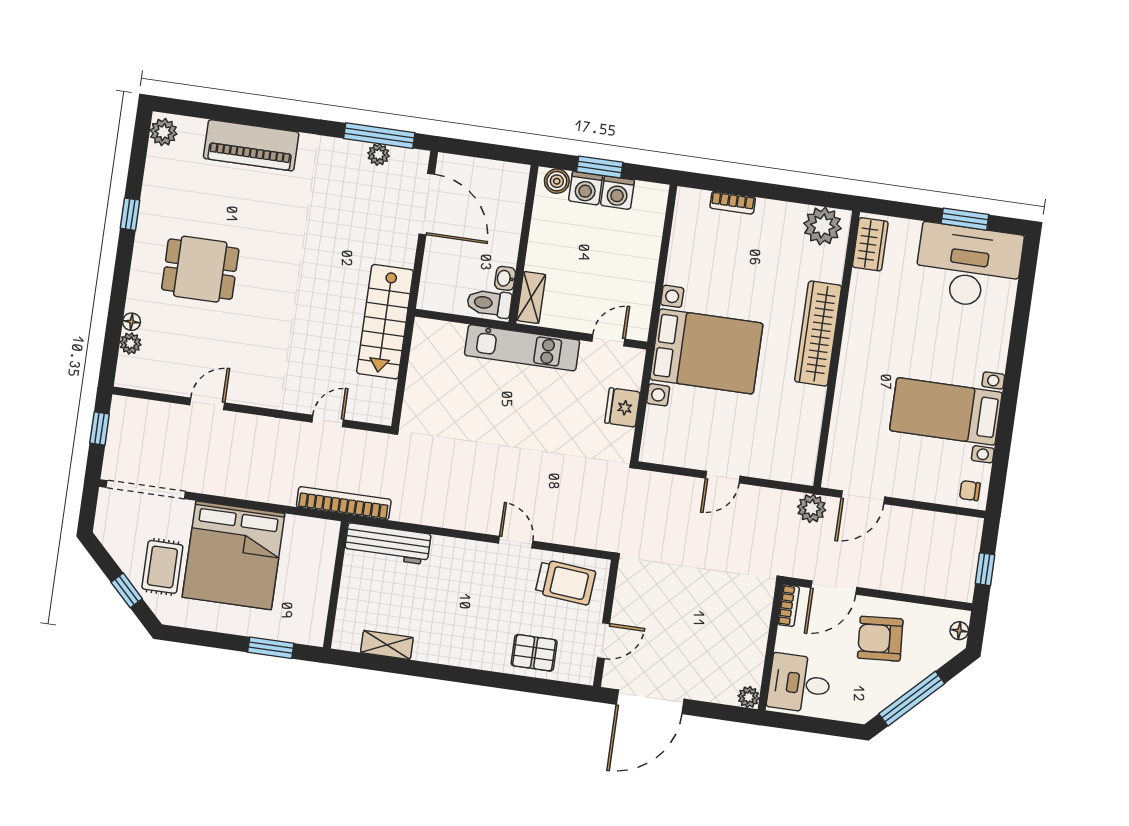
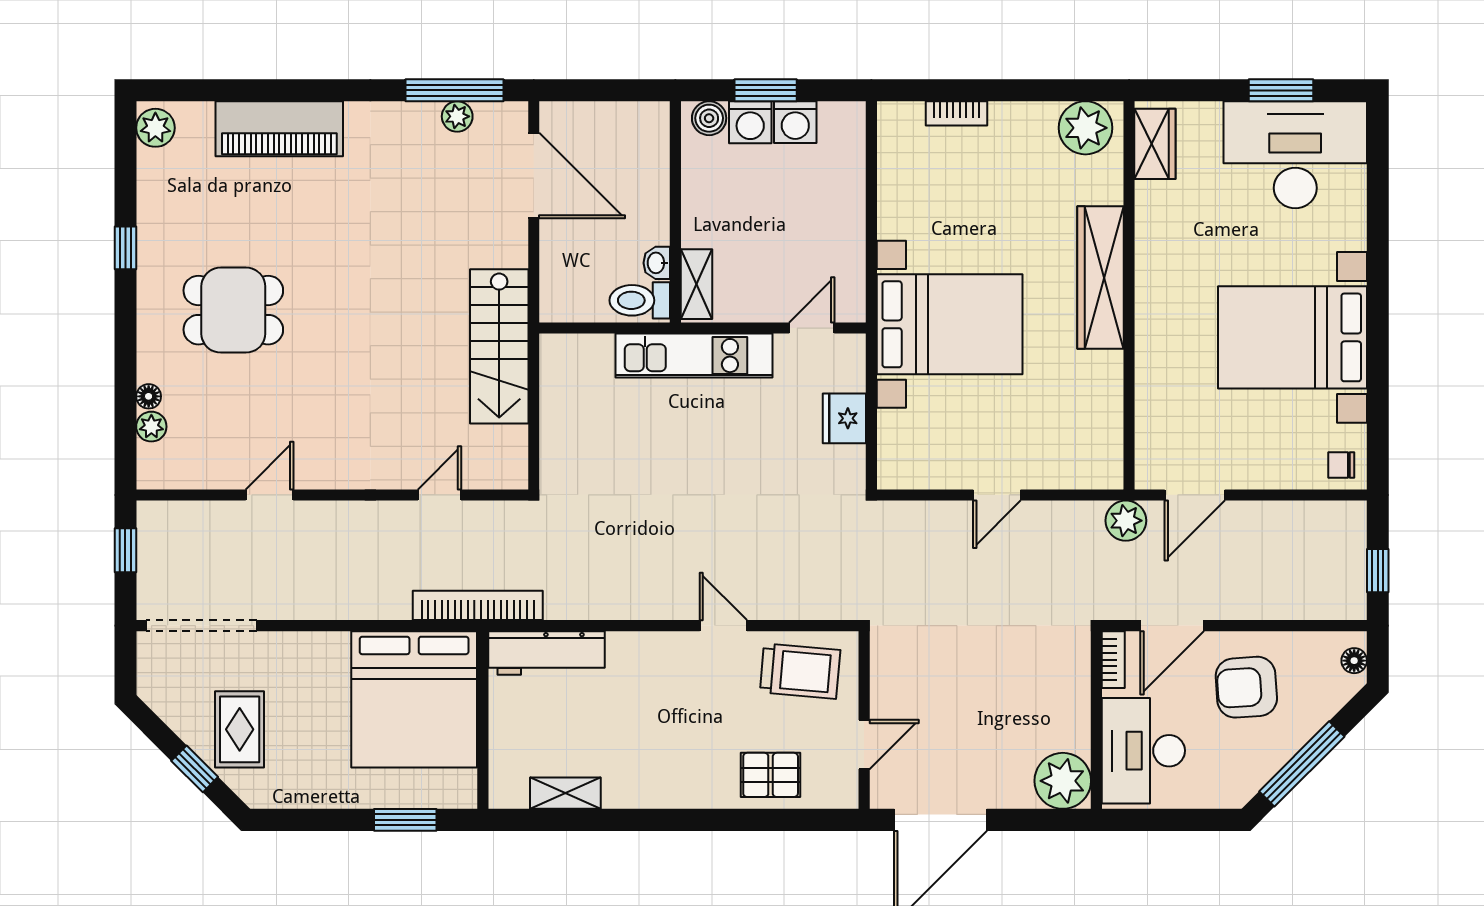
bed with nightstands: (946, 411) -> (1293, 337), width x1.36
bed: (234, 555) -> (414, 699), moved
desk: (799, 683) -> (1143, 751), width x1.37
plant: (749, 697) -> (1063, 781), width x1.88, depth x1.88

